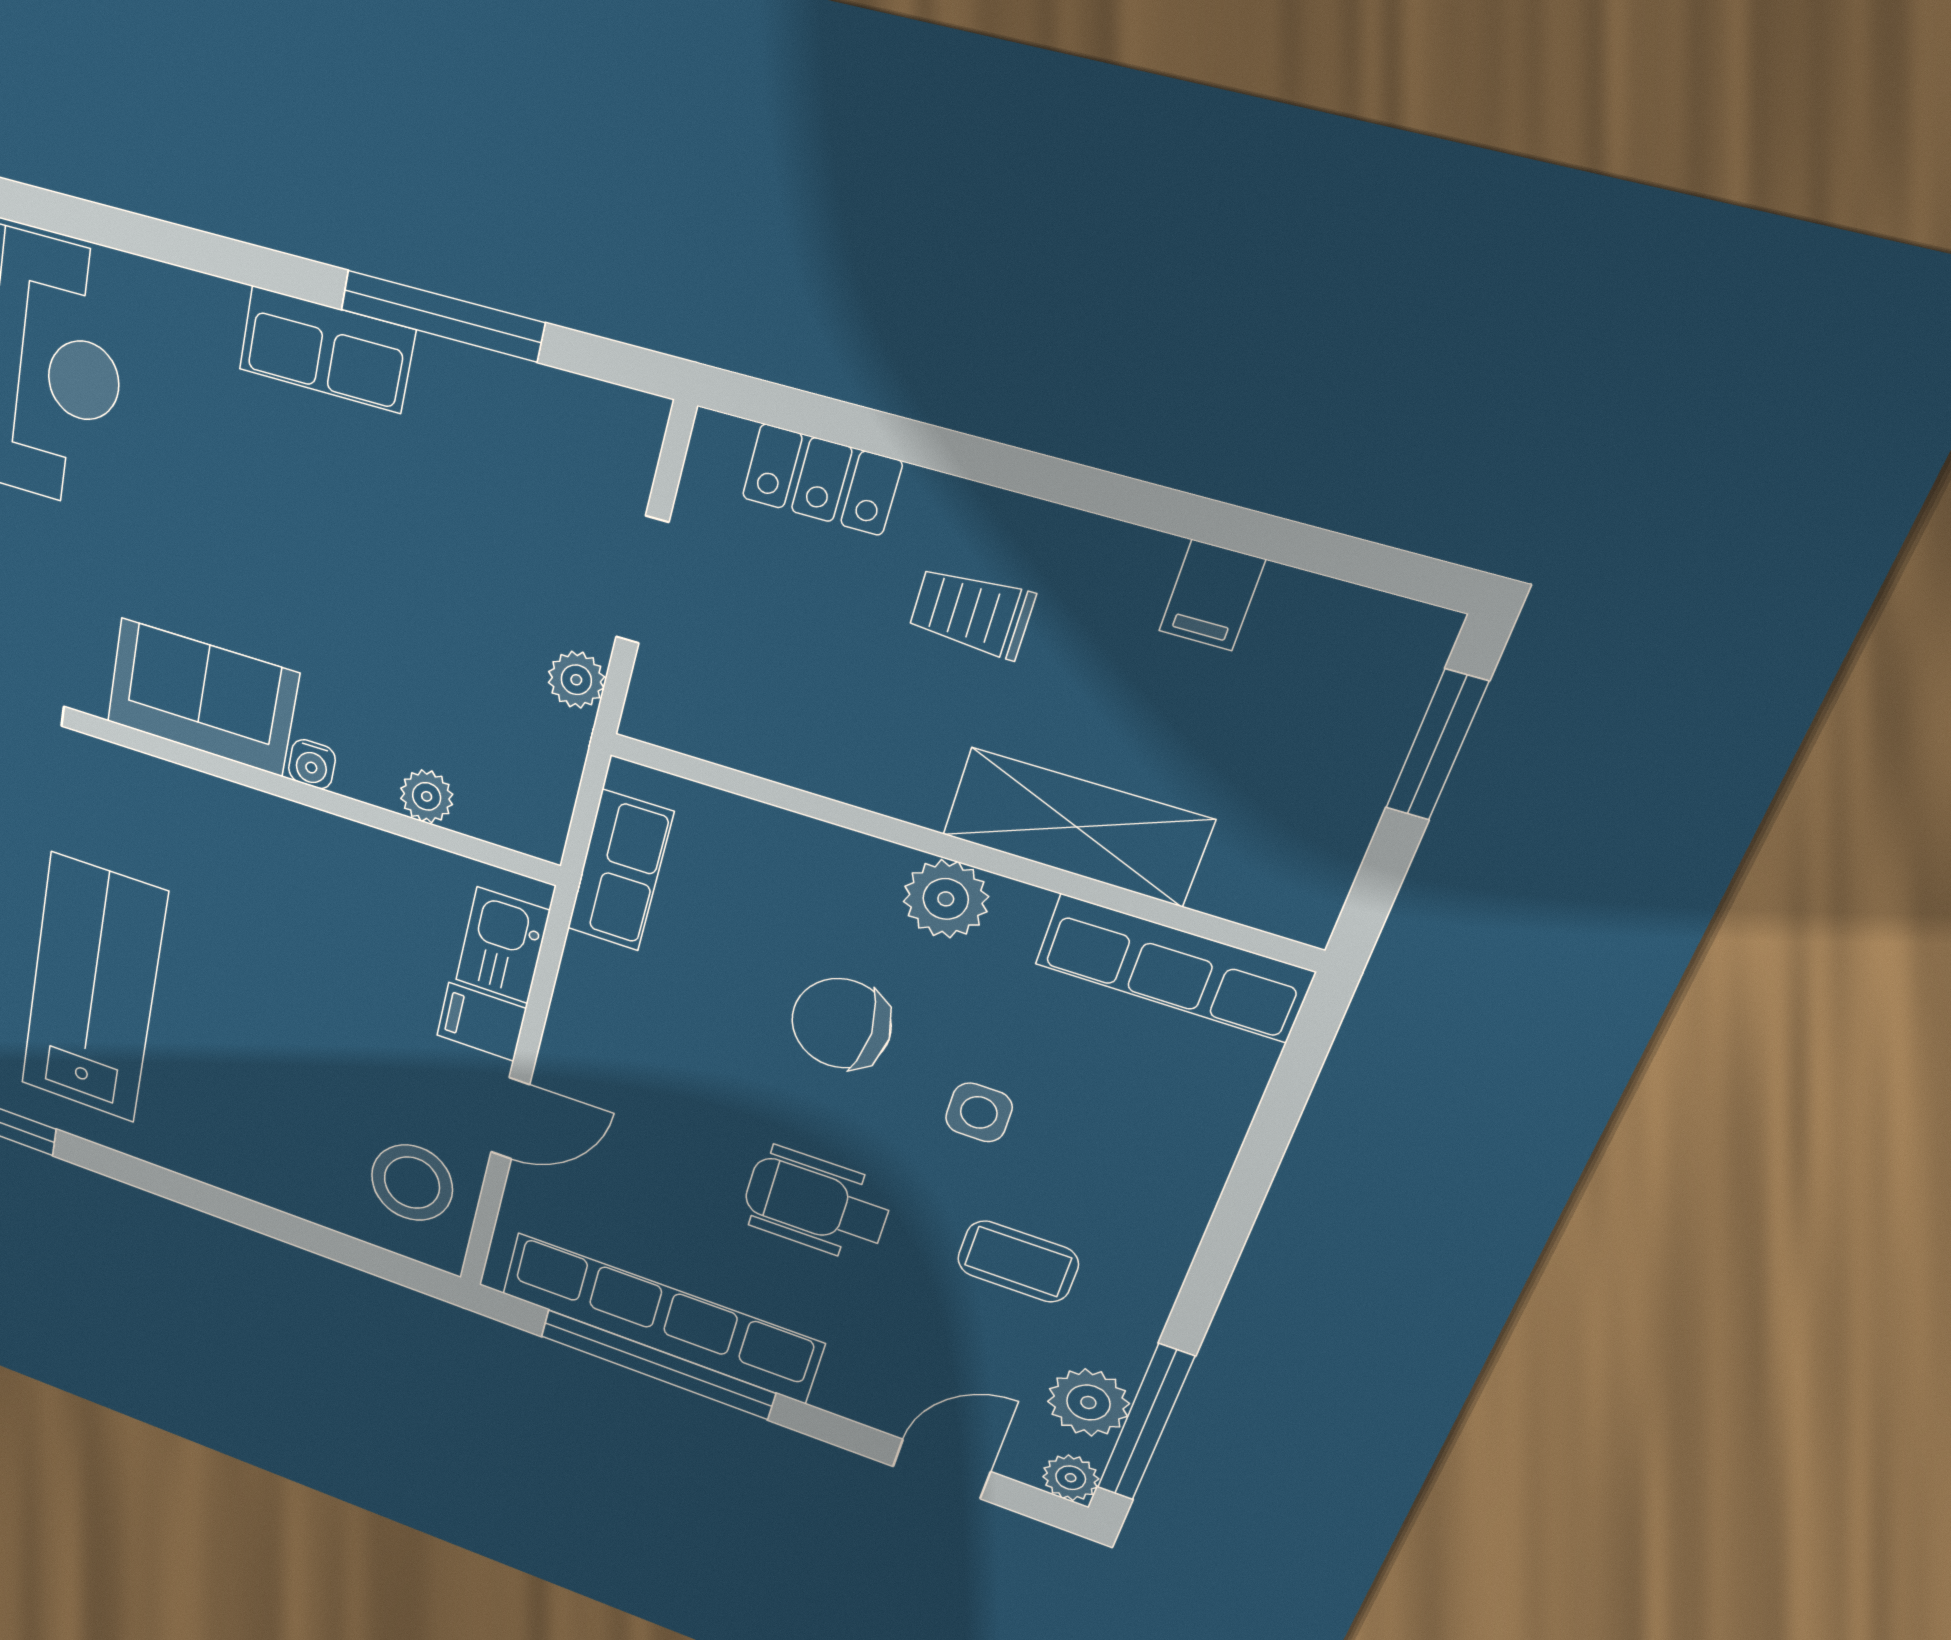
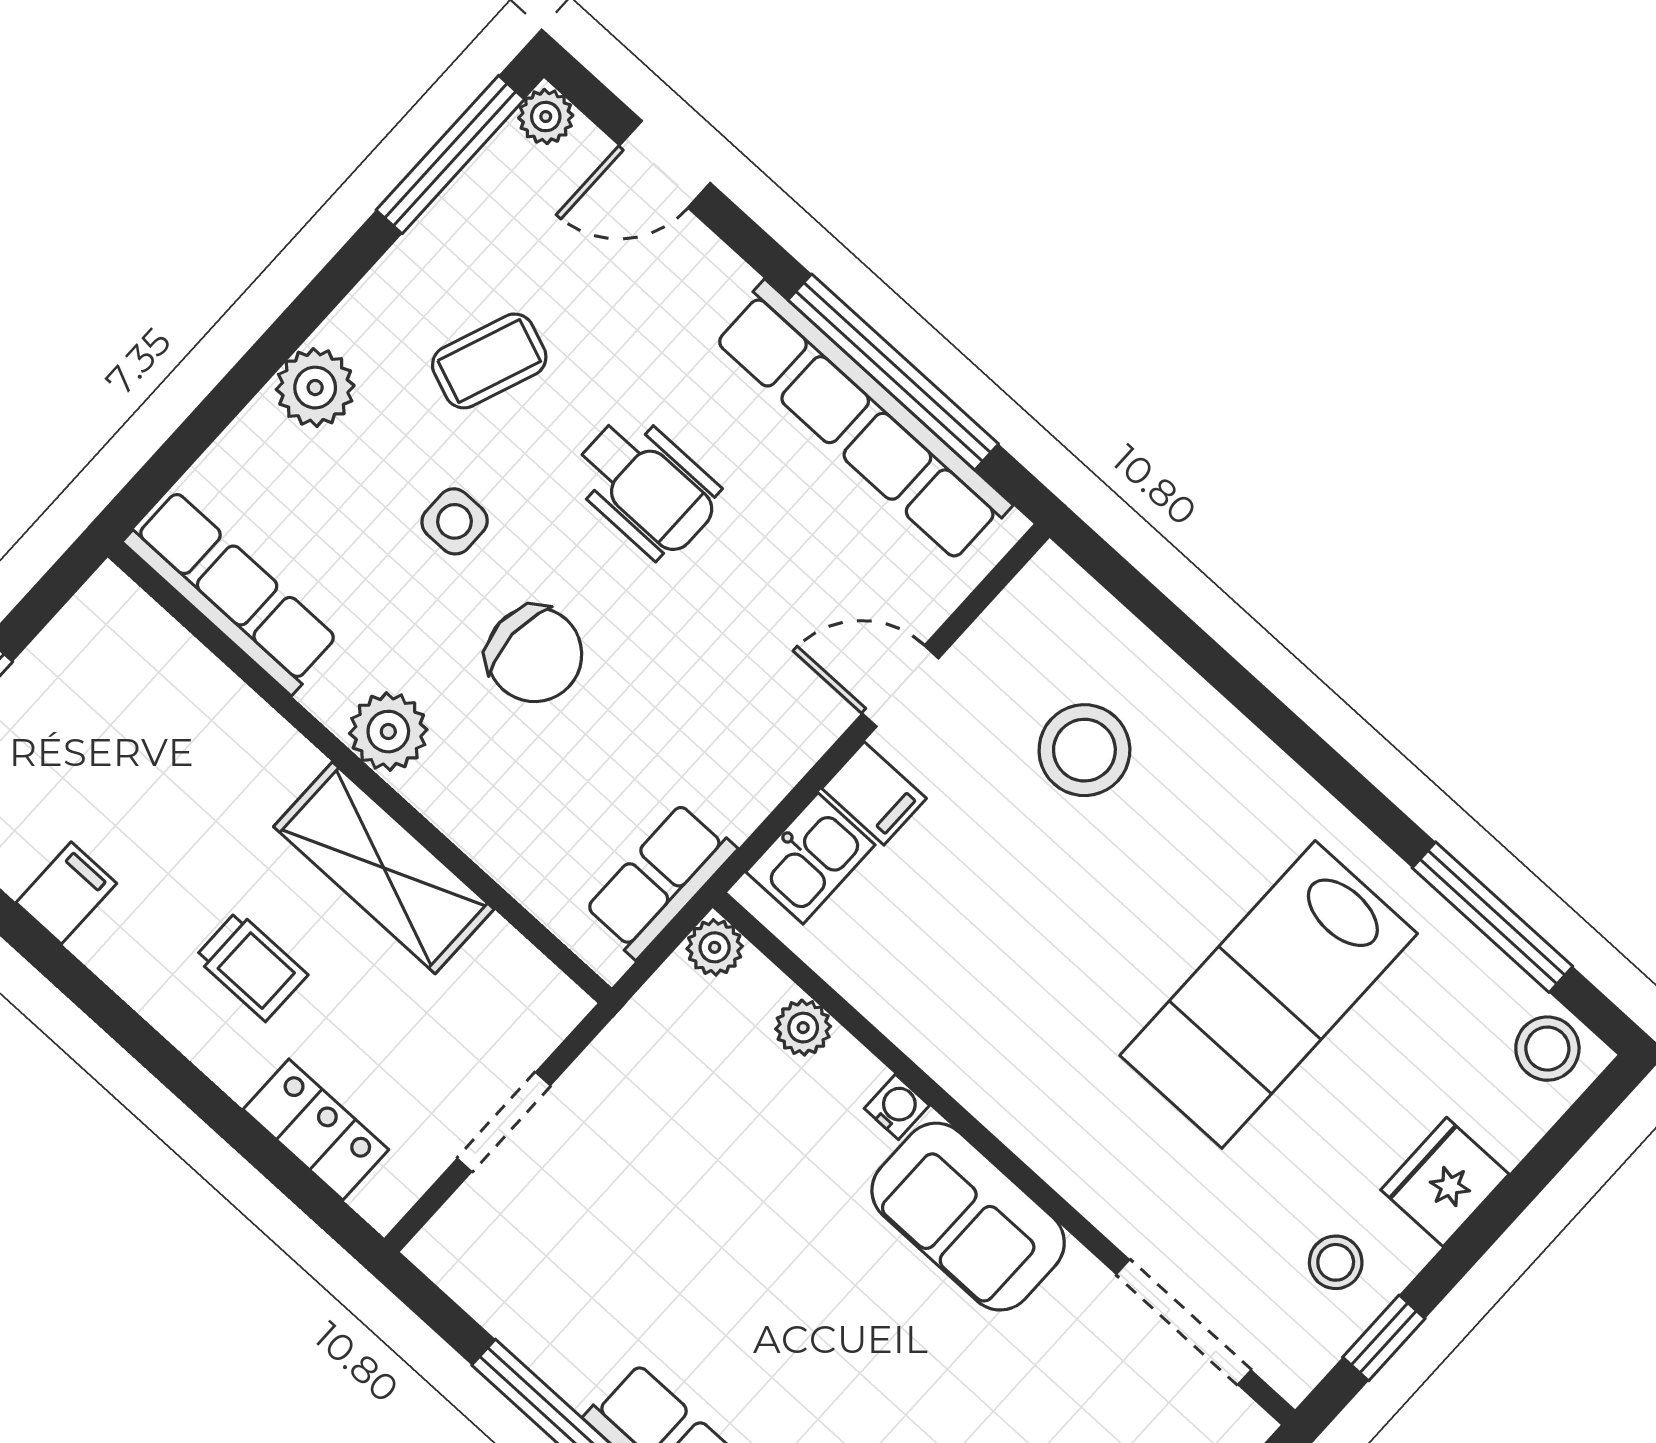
plant: (576, 680) -> (715, 947), moved
shelving: (1077, 827) -> (384, 868), moved
stool: (412, 1183) -> (1084, 750), moved
coffee table: (1018, 1262) -> (489, 361), turned -69
plant: (1088, 1402) -> (315, 388), moved

